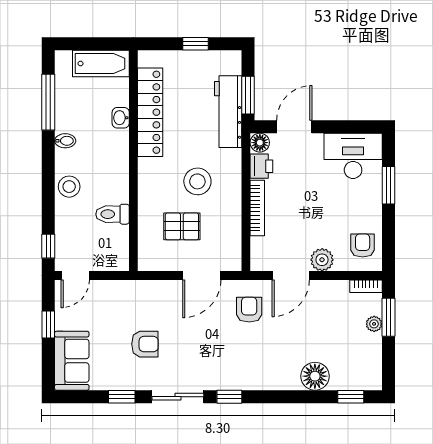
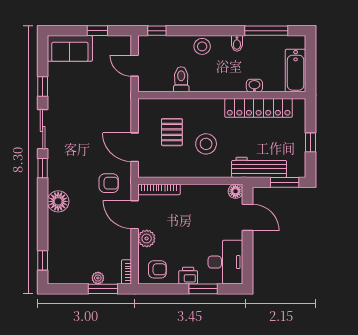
window: (248, 95) -> (285, 182), moved
printer: (261, 166) -> (188, 276), moved, turned 180
bookcase: (257, 208) -> (159, 189), moved
door: (75, 275) -> (135, 66), moved
armchair: (145, 344) -> (83, 104), removed
floor lamp: (315, 376) -> (58, 201), moved

